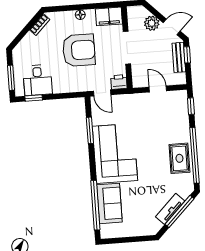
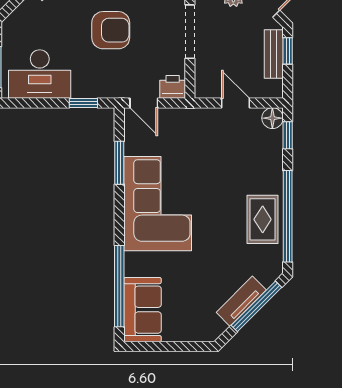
armchair: (79, 50) -> (111, 30), width x0.73, depth x0.73
desk: (38, 80) -> (40, 74), width x1.37
floor lamp: (181, 96) -> (272, 118), added
window: (34, 98) -> (83, 103), moved
sofa: (109, 203) -> (142, 310), moved

